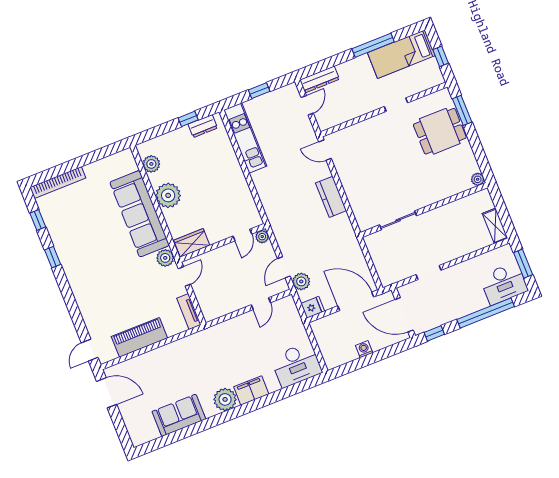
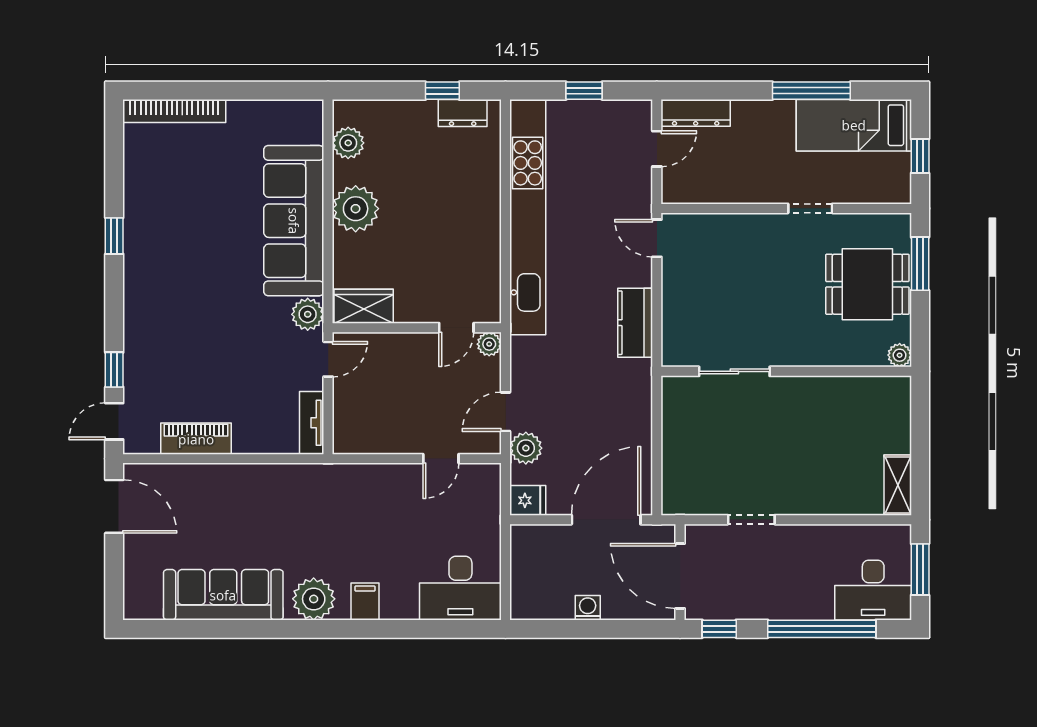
kitchen unit: (245, 138) -> (528, 217), width x1.86
plant: (478, 179) -> (900, 355), moved
wall: (424, 210) -> (786, 371), moved
window: (38, 220) -> (114, 370), moved
sliding door: (398, 220) -> (734, 371), moved
door: (356, 301) -> (606, 520), hinge flipped
piano: (139, 337) -> (196, 439), width x0.73, depth x0.75
filing cabinet: (251, 390) -> (365, 601), width x0.50
sofa: (179, 415) -> (223, 595), width x1.36

